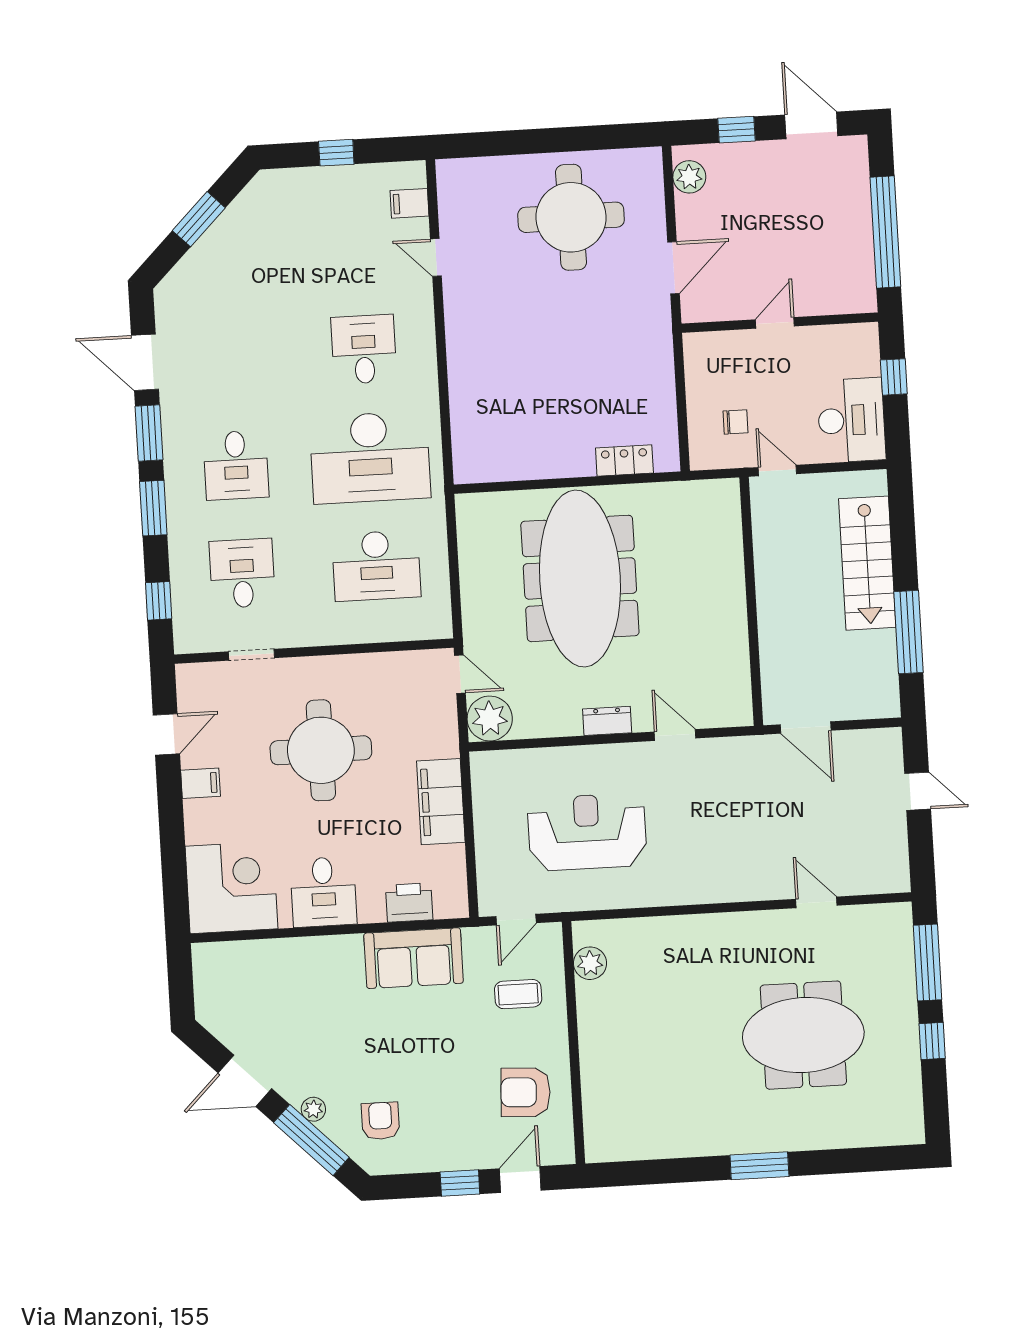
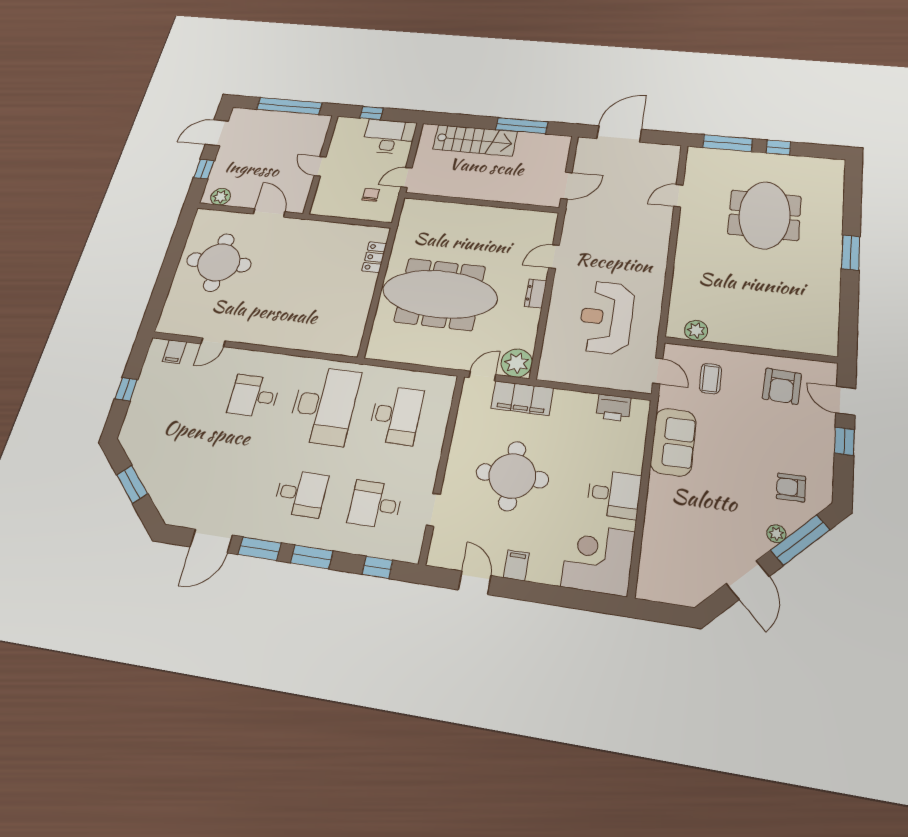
door: (918, 791) -> (619, 134), width x1.88
filing cabinet: (441, 802) -> (522, 398), moved
printer: (409, 902) -> (614, 408), moved, turned -90

